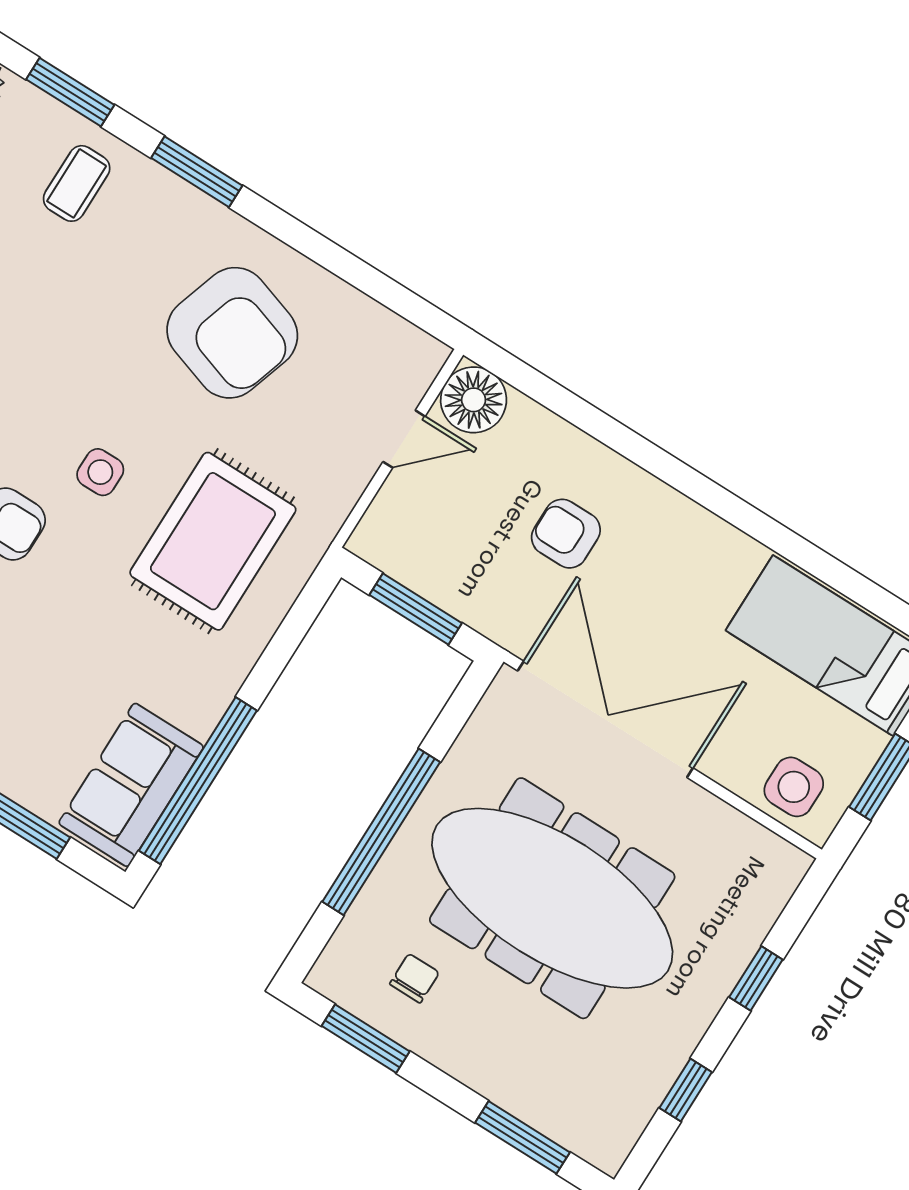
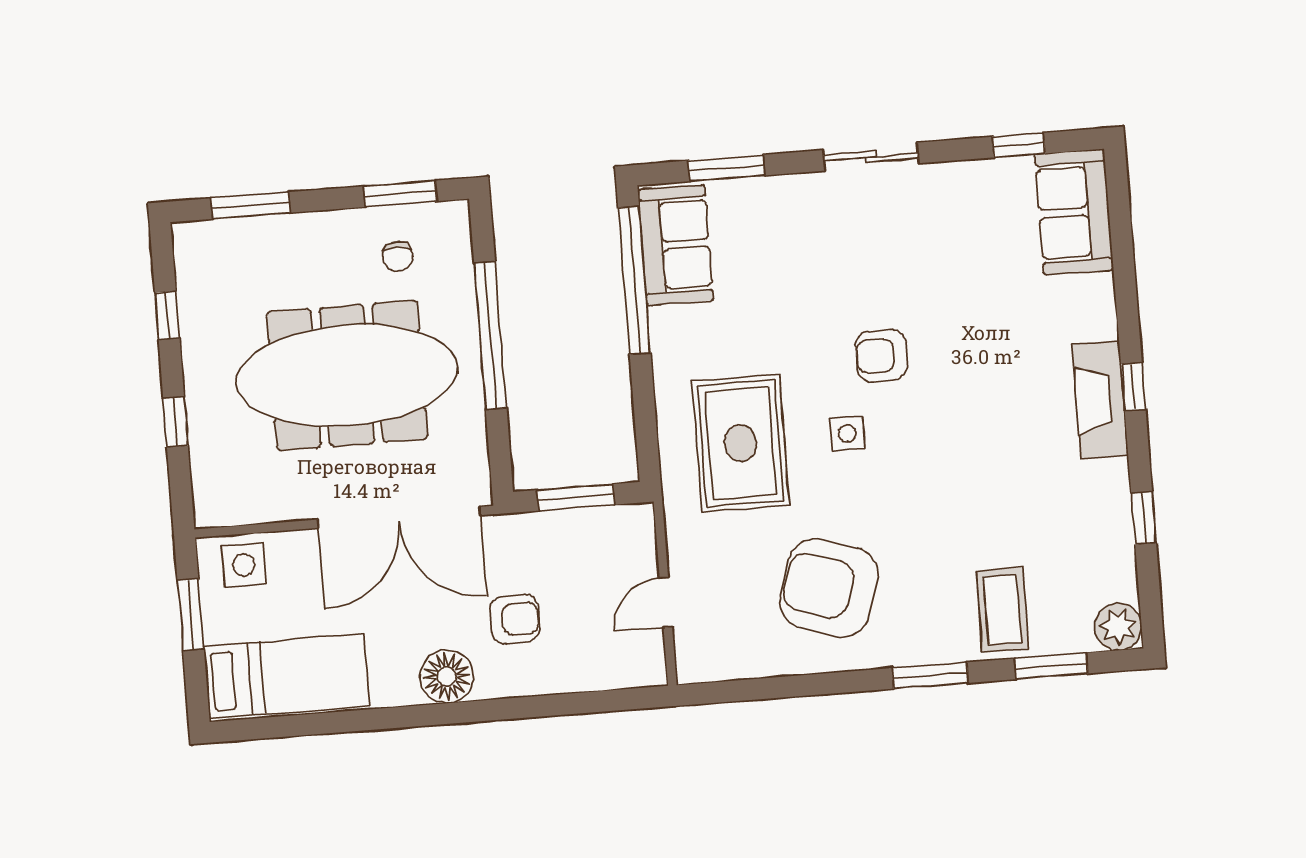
coffee table: (77, 183) -> (1003, 610), width x1.36, depth x1.30
floor lamp: (474, 400) -> (447, 677), moved

